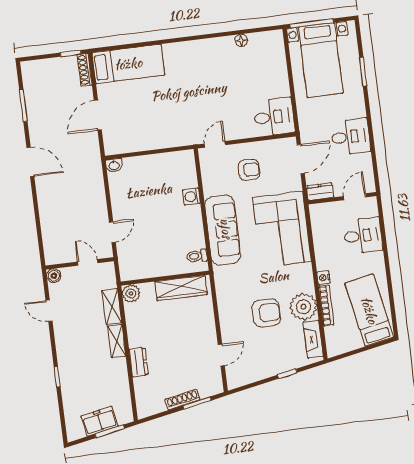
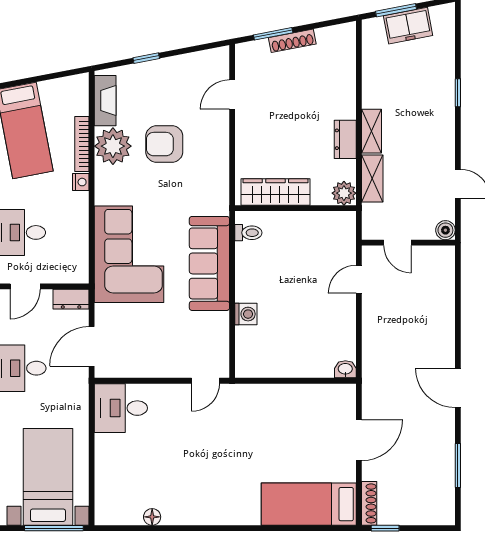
armchair: (249, 170) -> (164, 341), removed
dresser: (139, 362) -> (345, 139), moved

